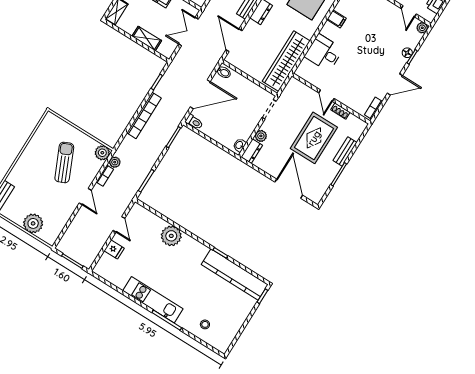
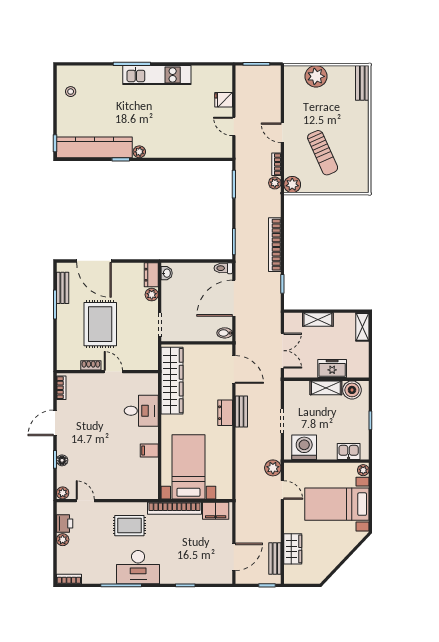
bench: (345, 152) -> (63, 288), moved
plant: (171, 236) -> (139, 152), moved, width x0.53, depth x0.53
stool: (205, 324) -> (71, 92), moved

